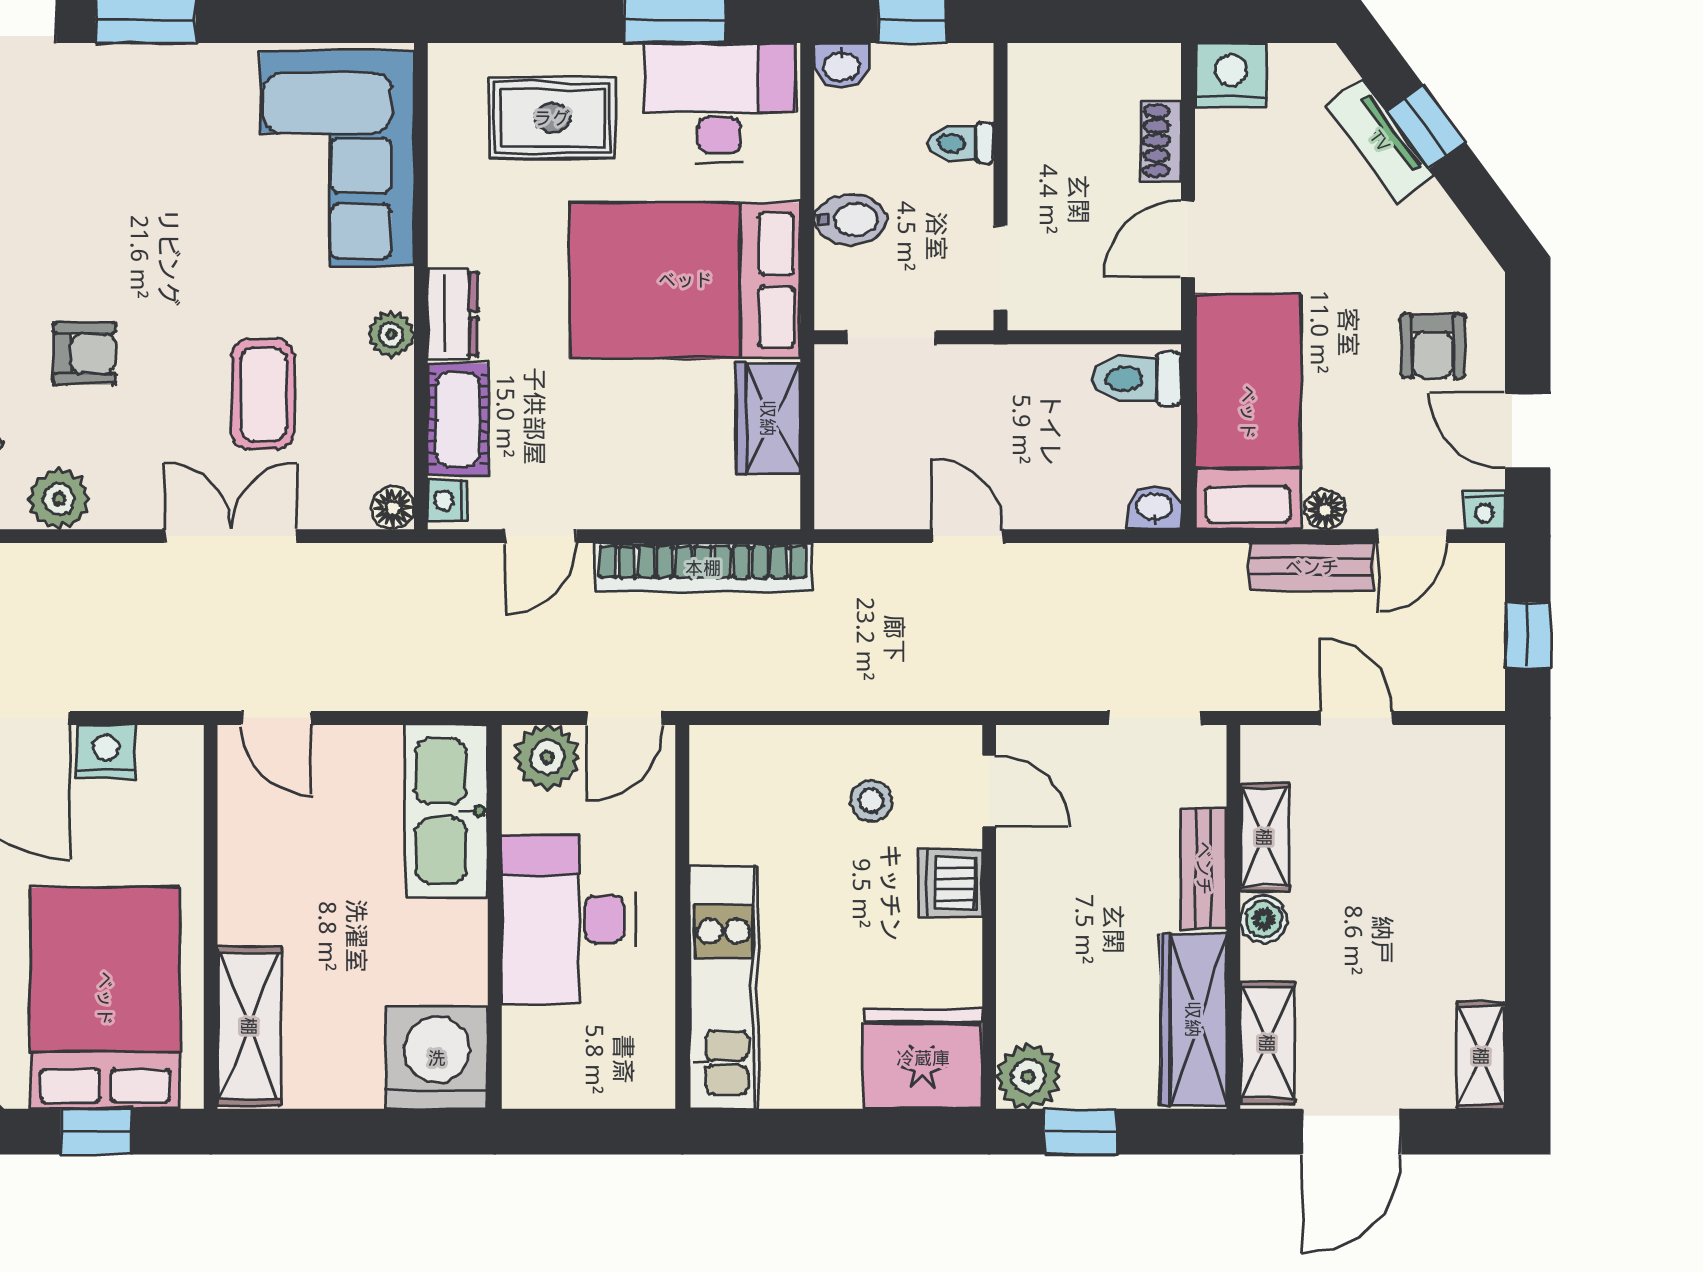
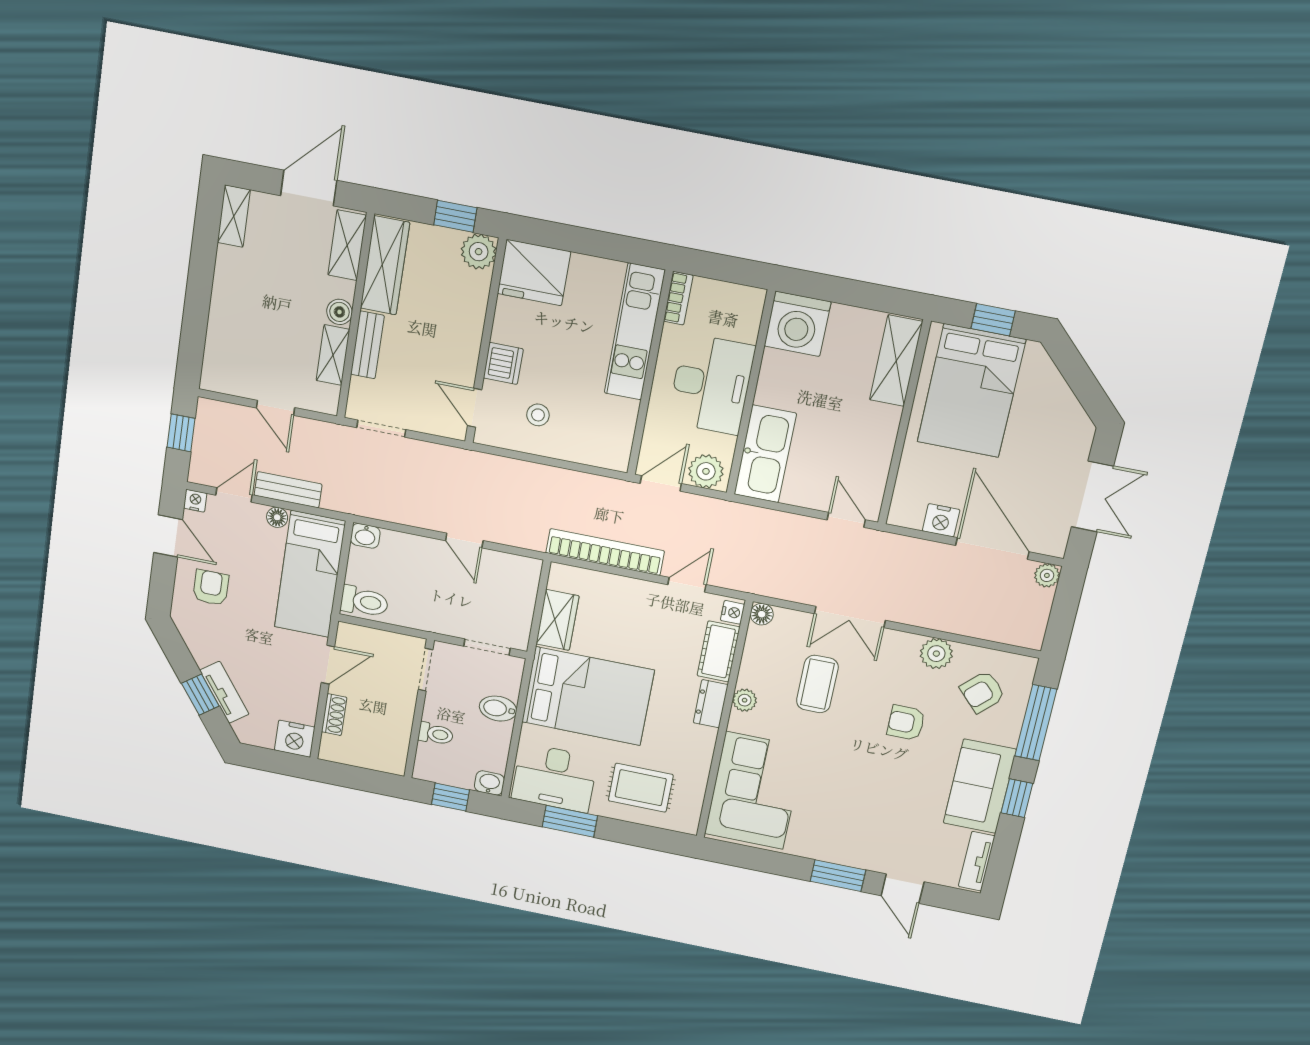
bookcase: (657, 1062) -> (678, 298), added

